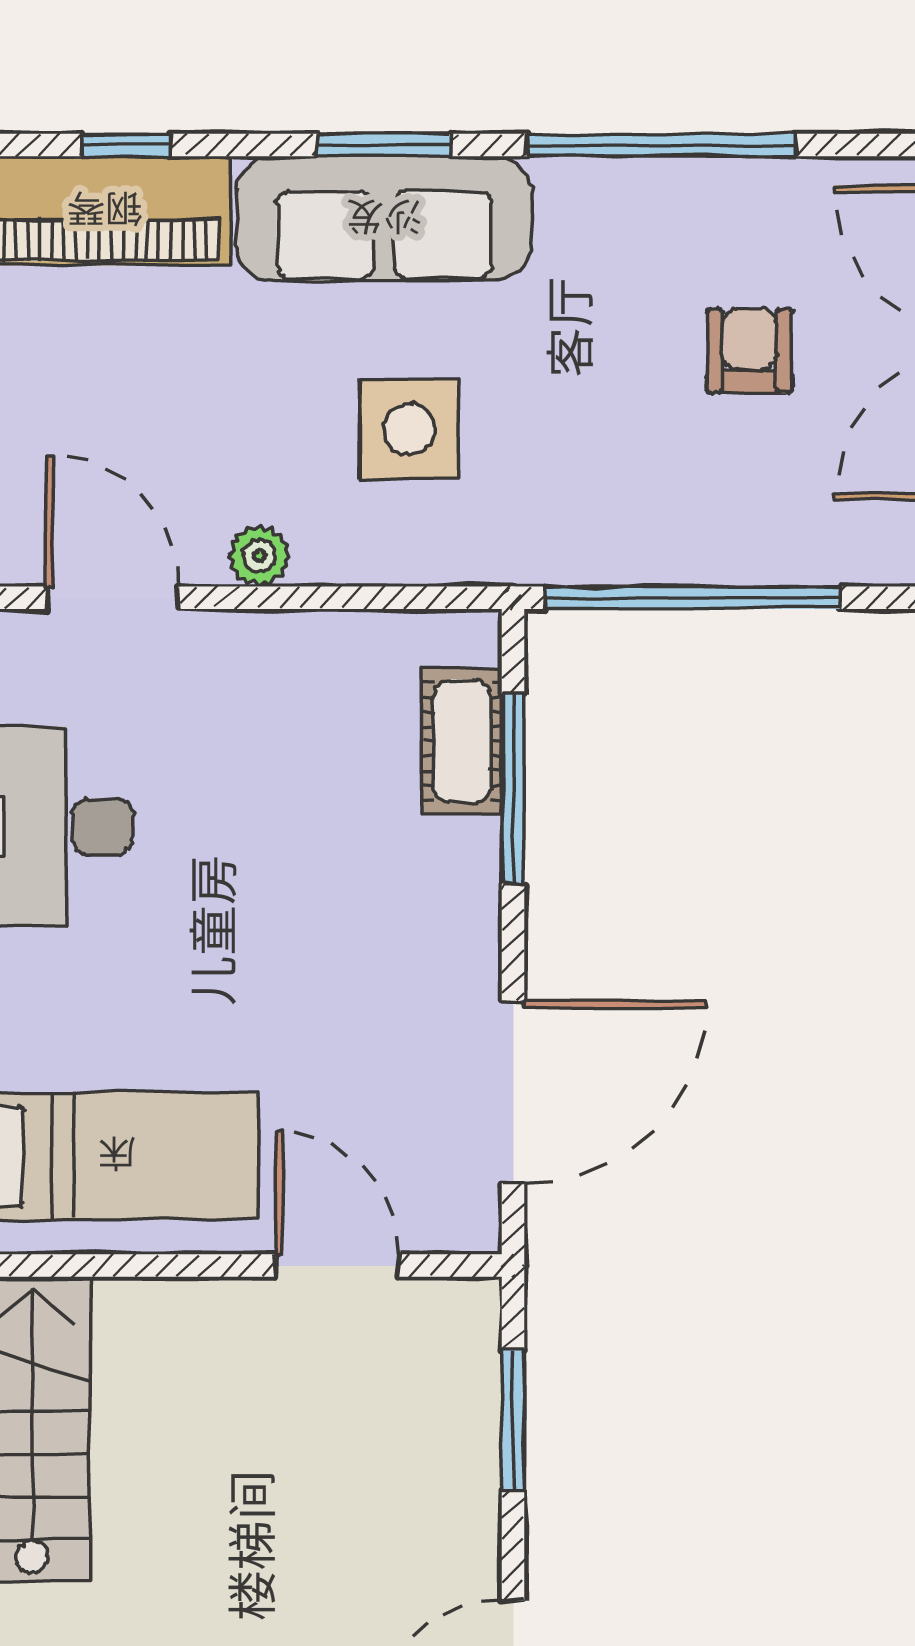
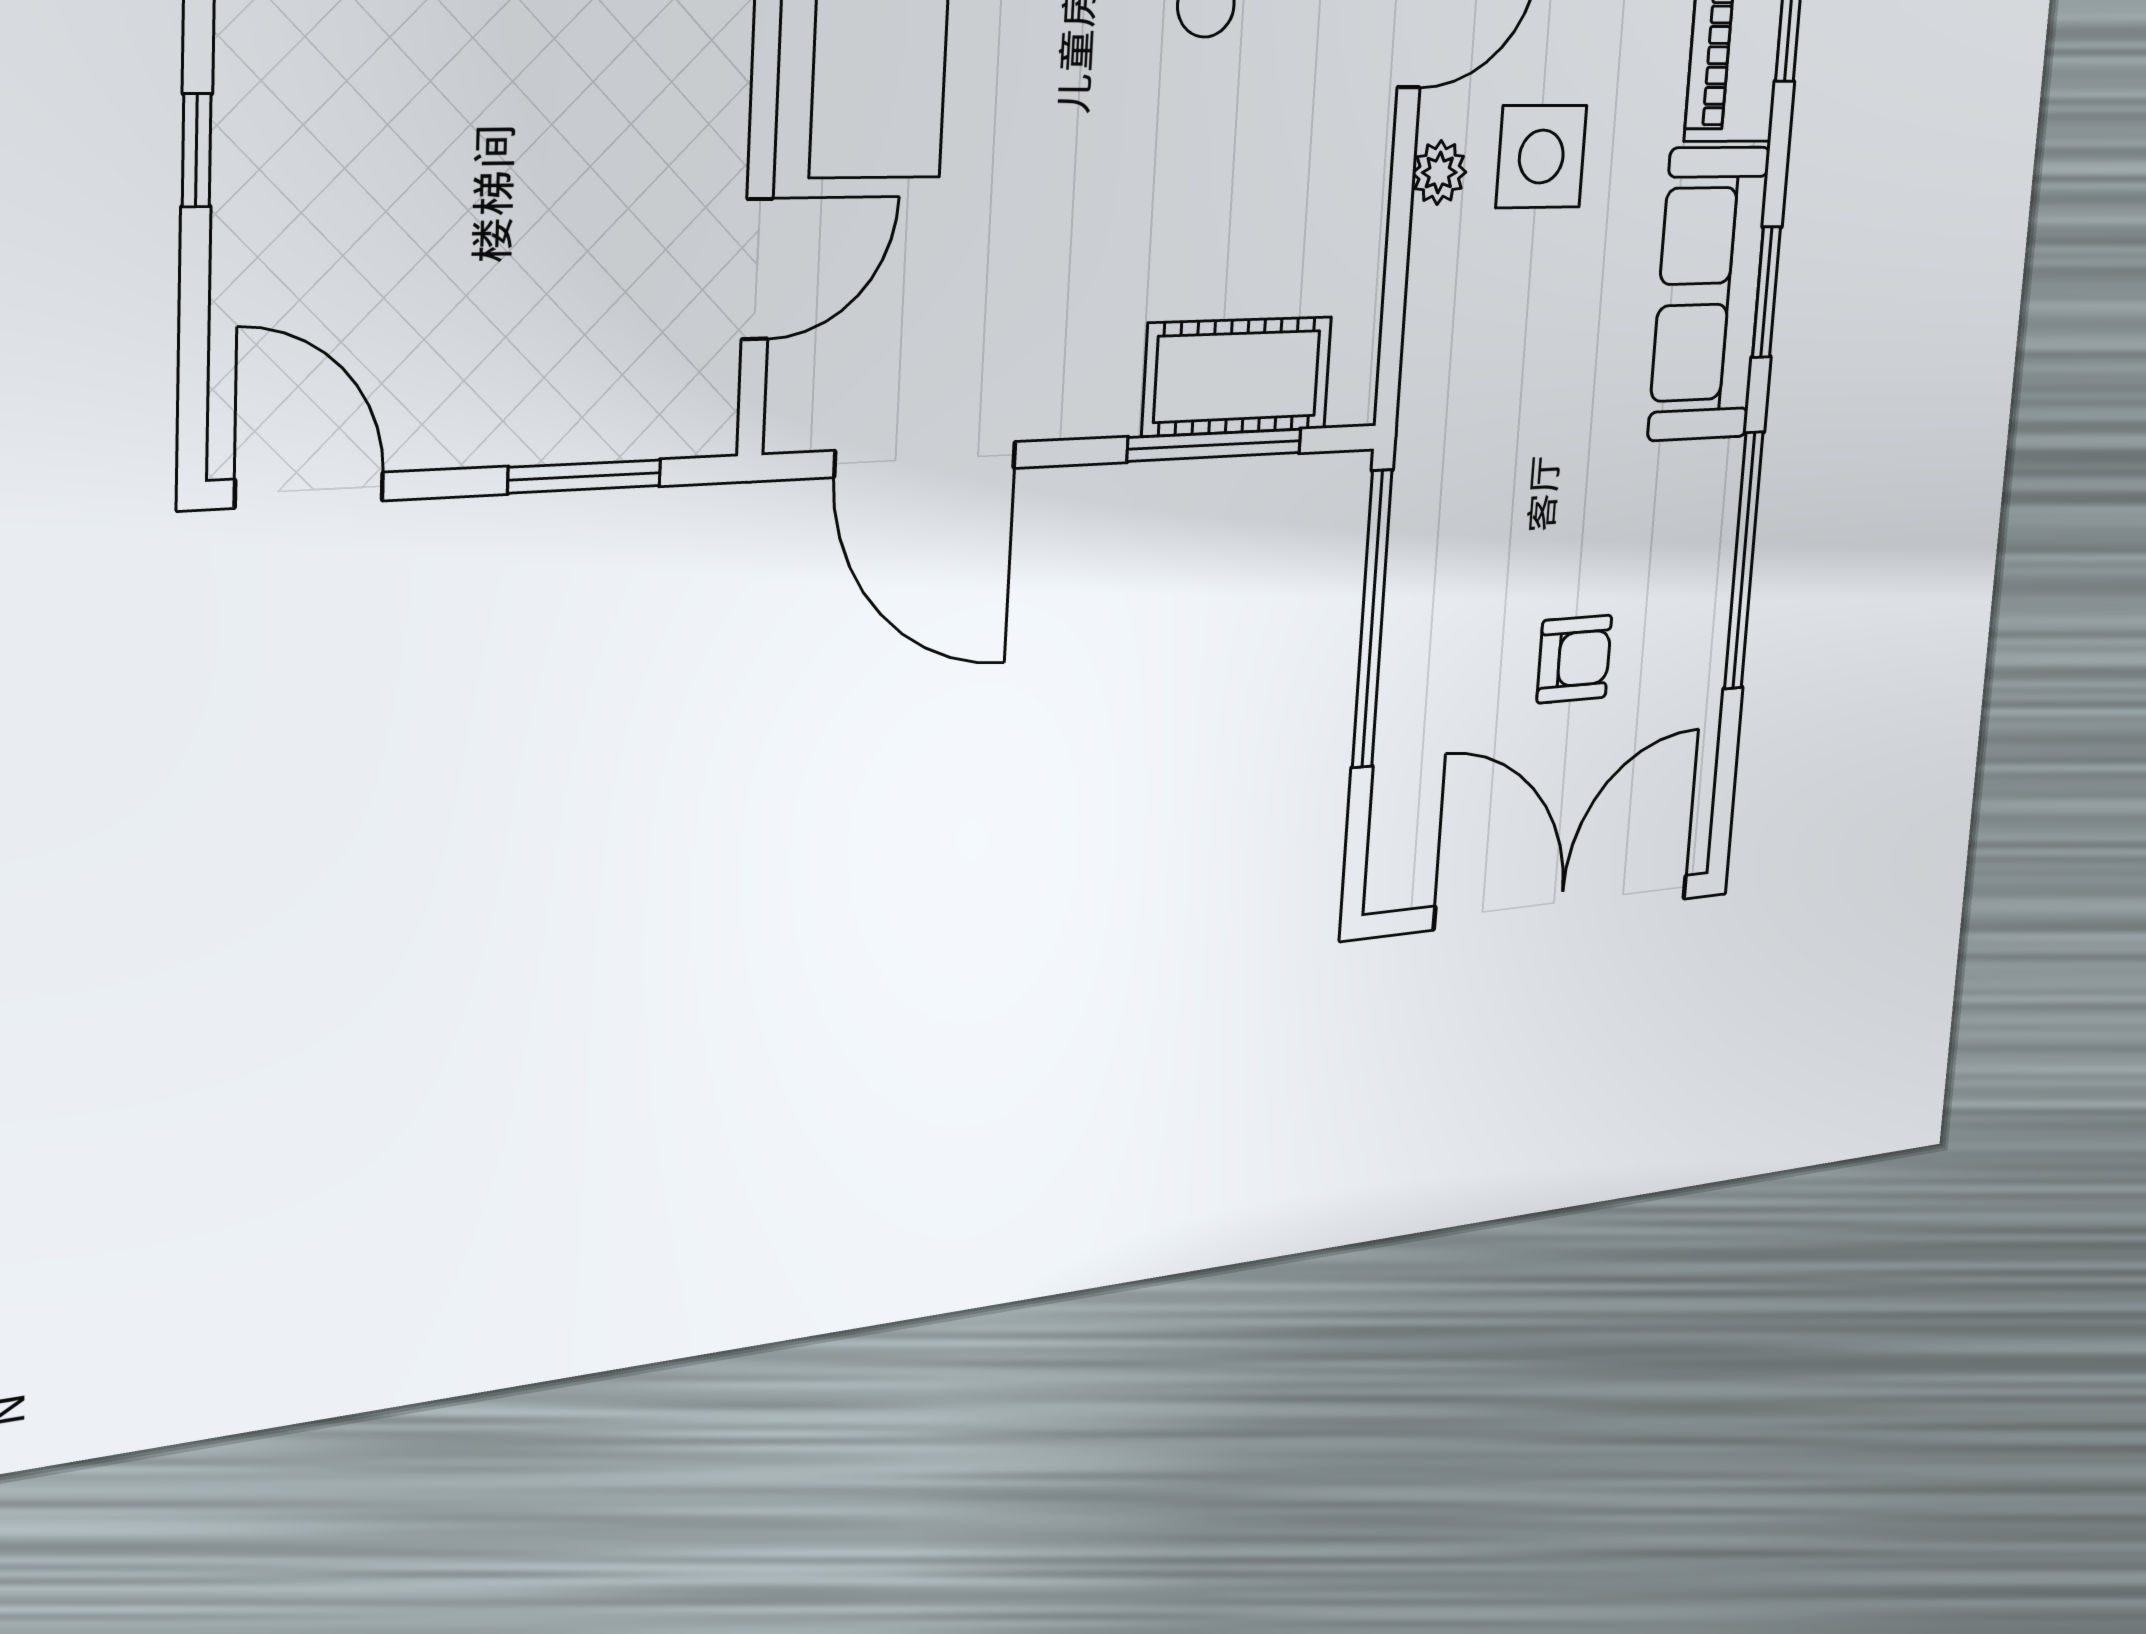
side table: (409, 429) -> (1541, 157), moved
cot: (462, 741) -> (1237, 376), width x1.37, depth x1.34

